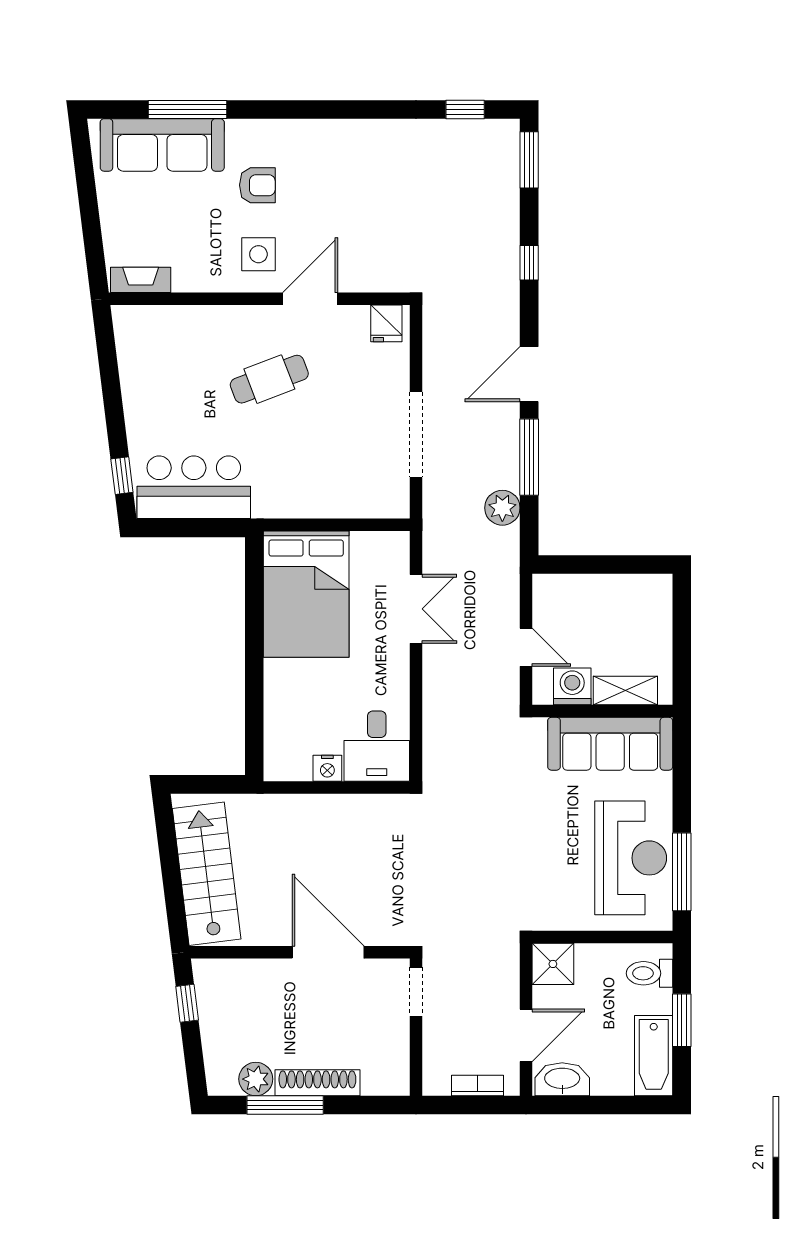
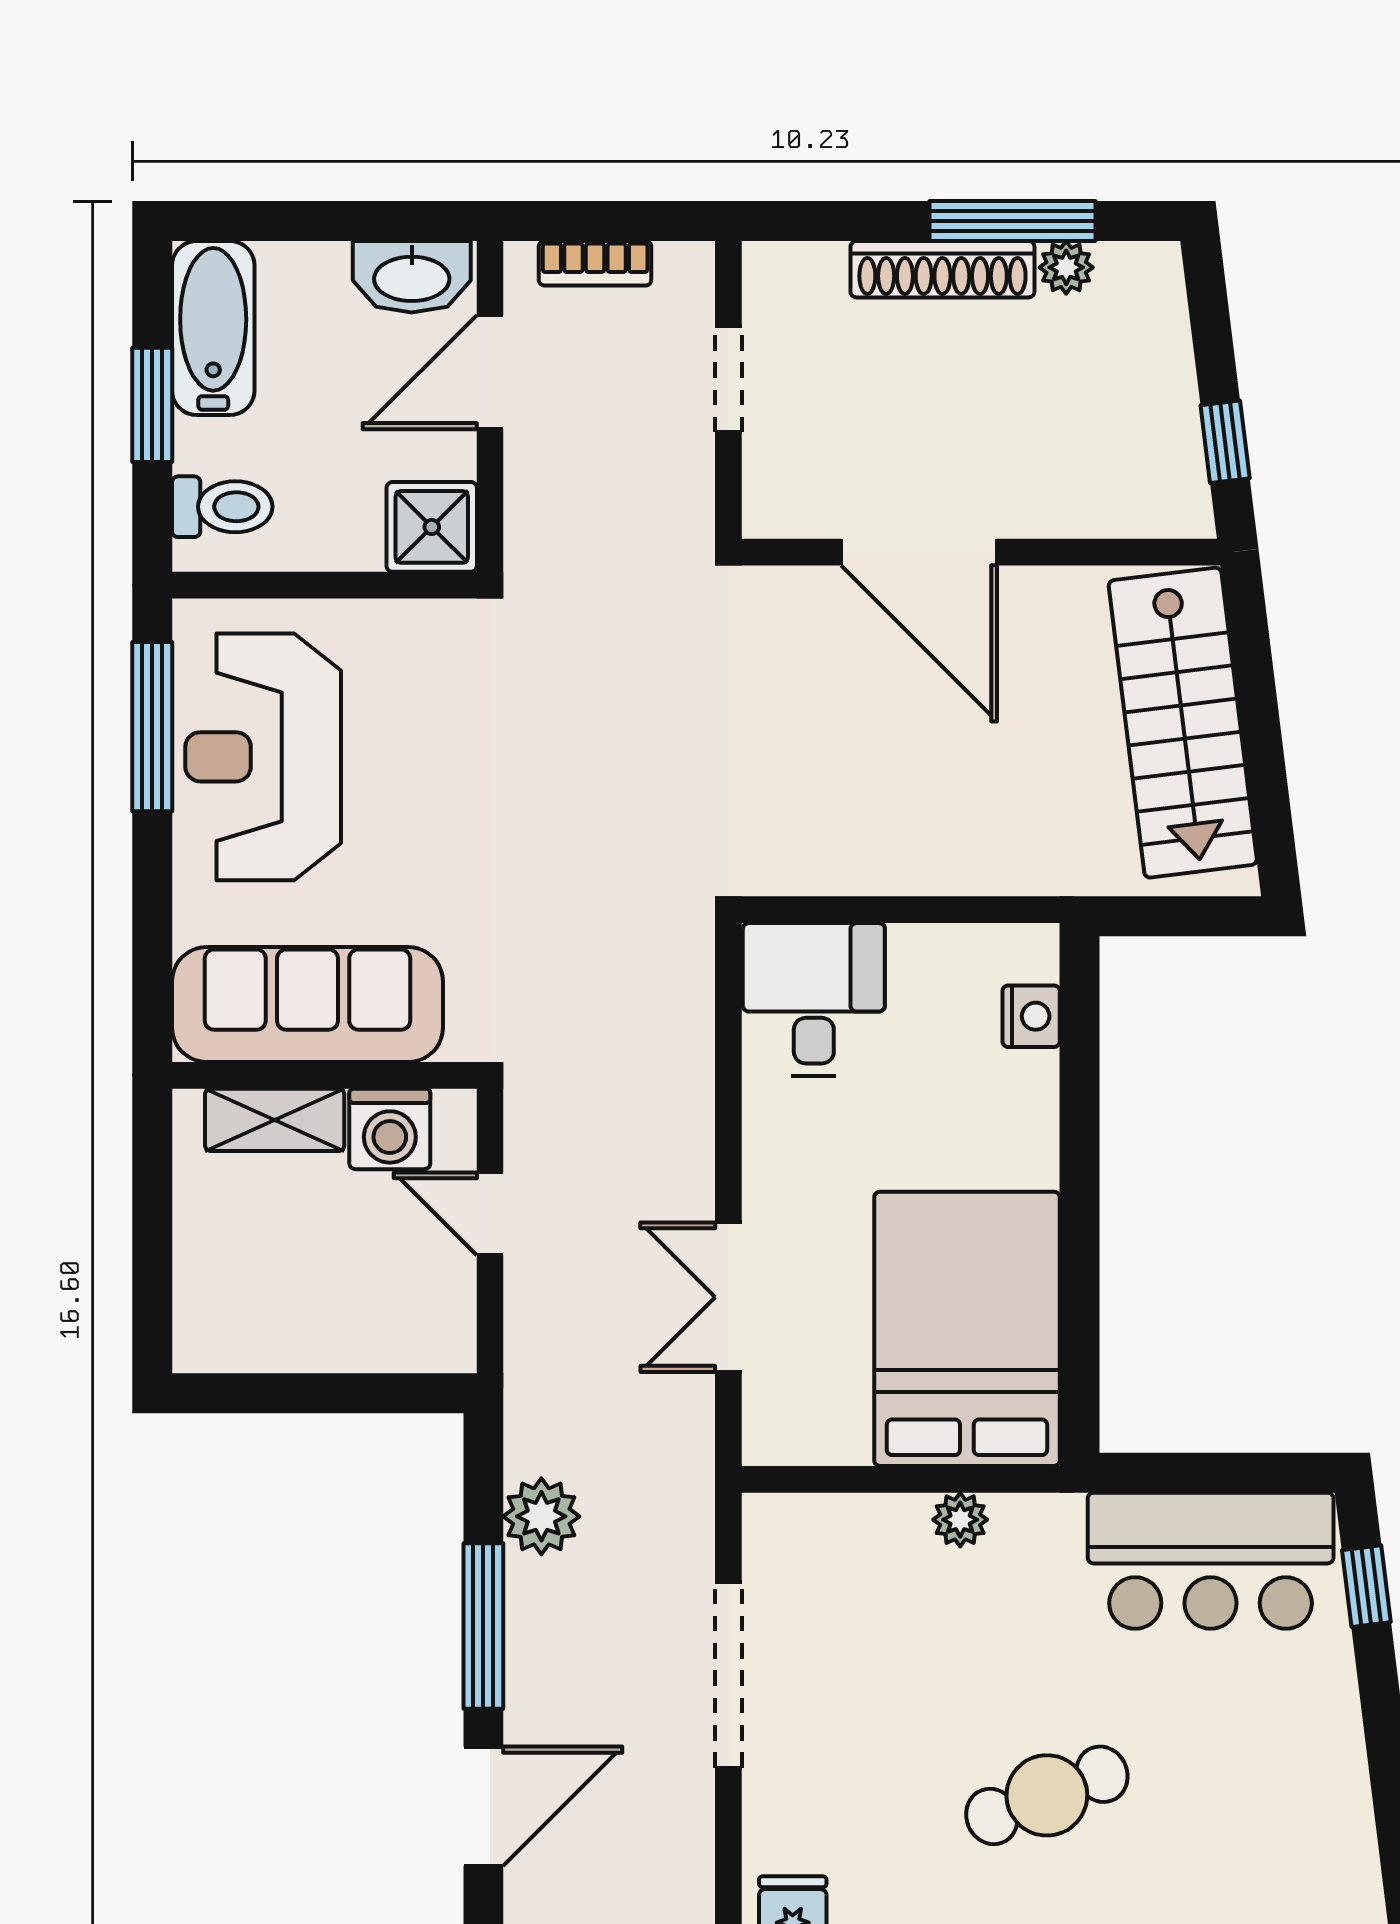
plant: (309, 506) -> (960, 1520), added
nightstand: (327, 768) -> (1031, 1016), moved, turned 90
doorway: (416, 992) -> (728, 379), moved
plant: (256, 1079) -> (1066, 267), width x0.73, depth x0.73

